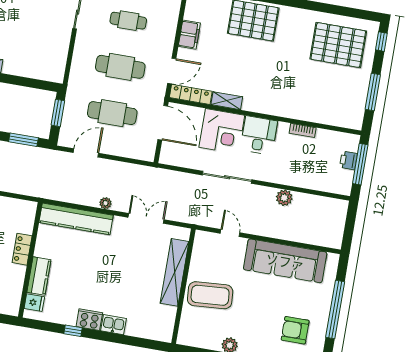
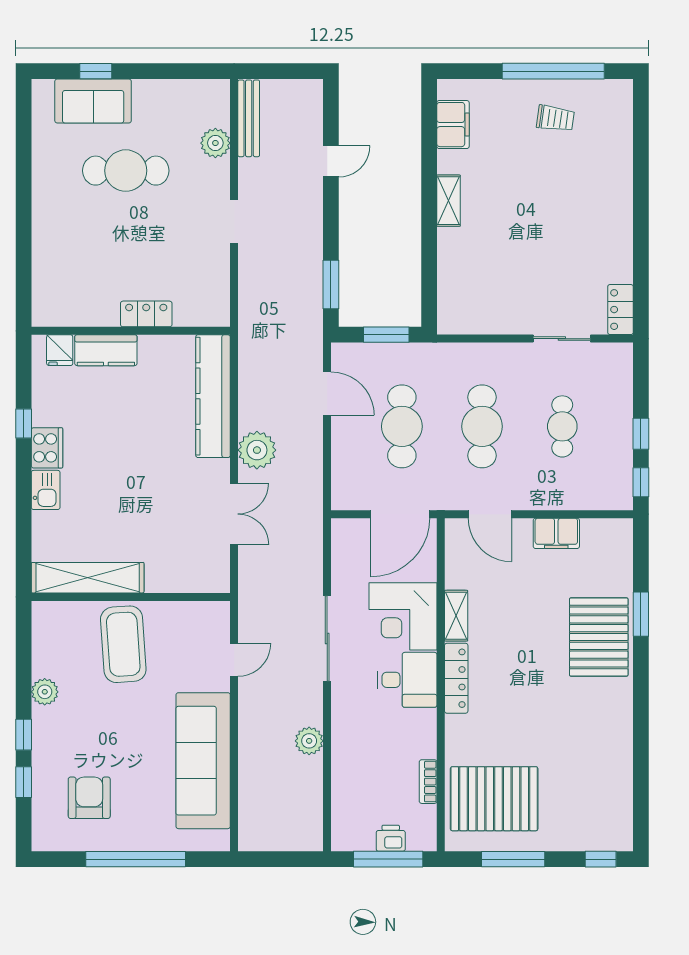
pallet: (338, 45) -> (494, 799), moved, turned 90
locker: (191, 94) -> (456, 678), moved
bookcase: (303, 130) -> (428, 782), moved
plant: (106, 203) -> (257, 450), width x1.88, depth x1.88
shelving: (175, 272) -> (88, 578), moved

